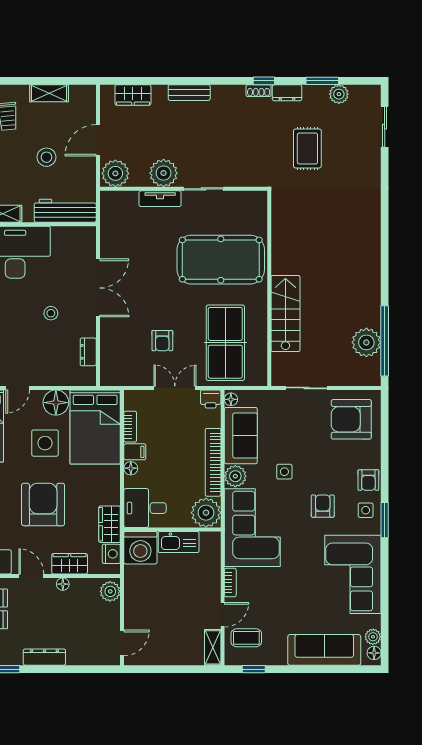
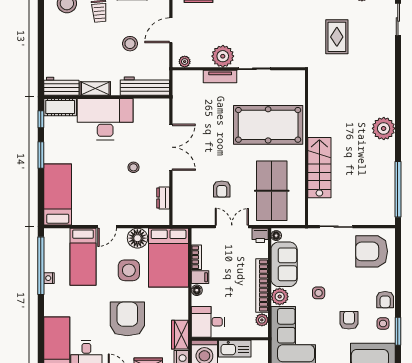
plant: (115, 173) -> (185, 62), width x0.53, depth x0.53
plant: (366, 342) -> (384, 128), moved
plant: (206, 513) -> (262, 320), width x0.53, depth x0.53

